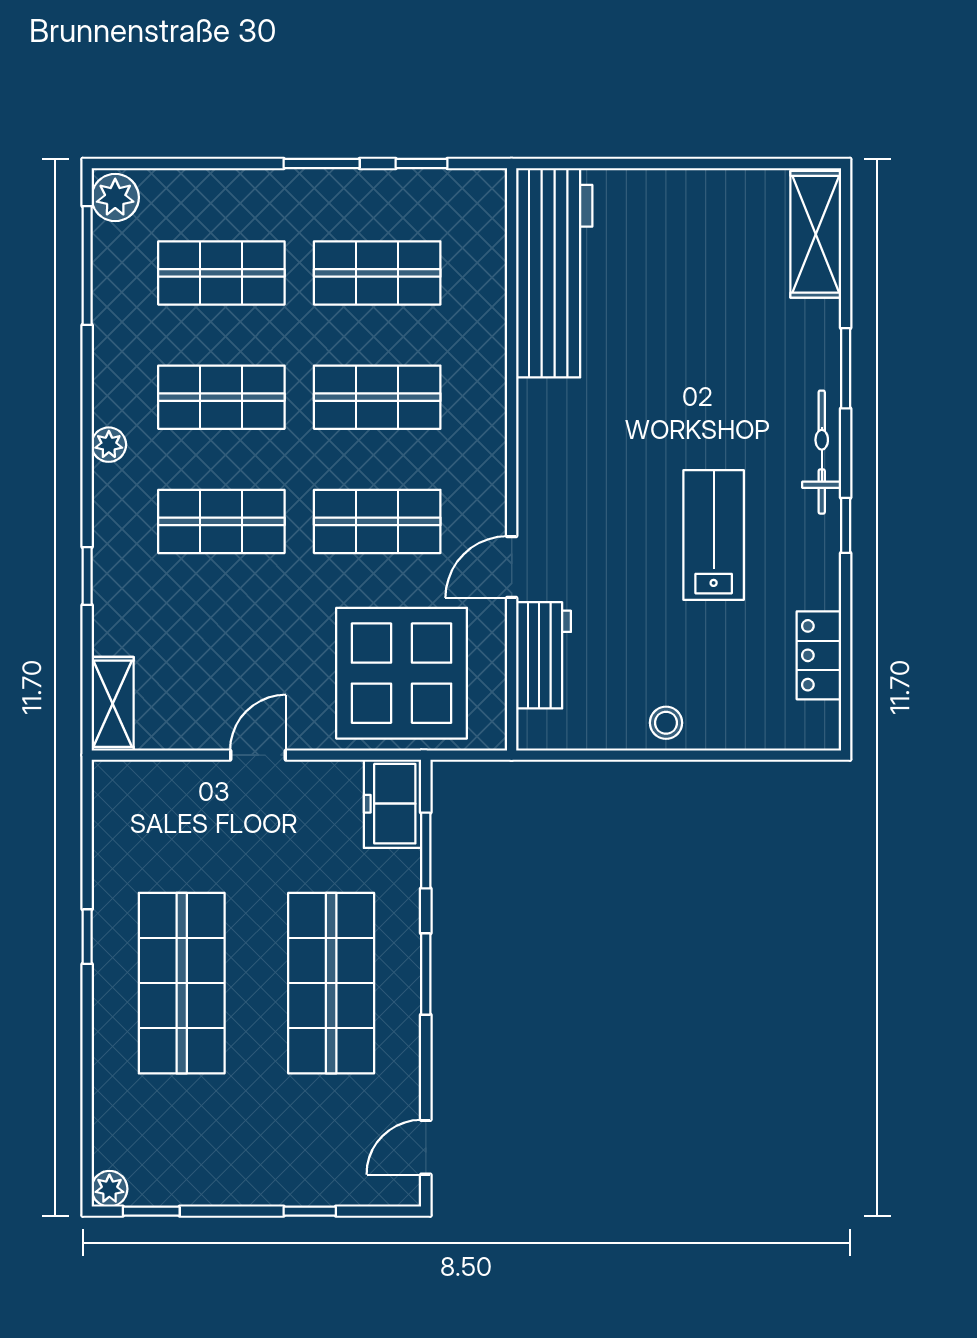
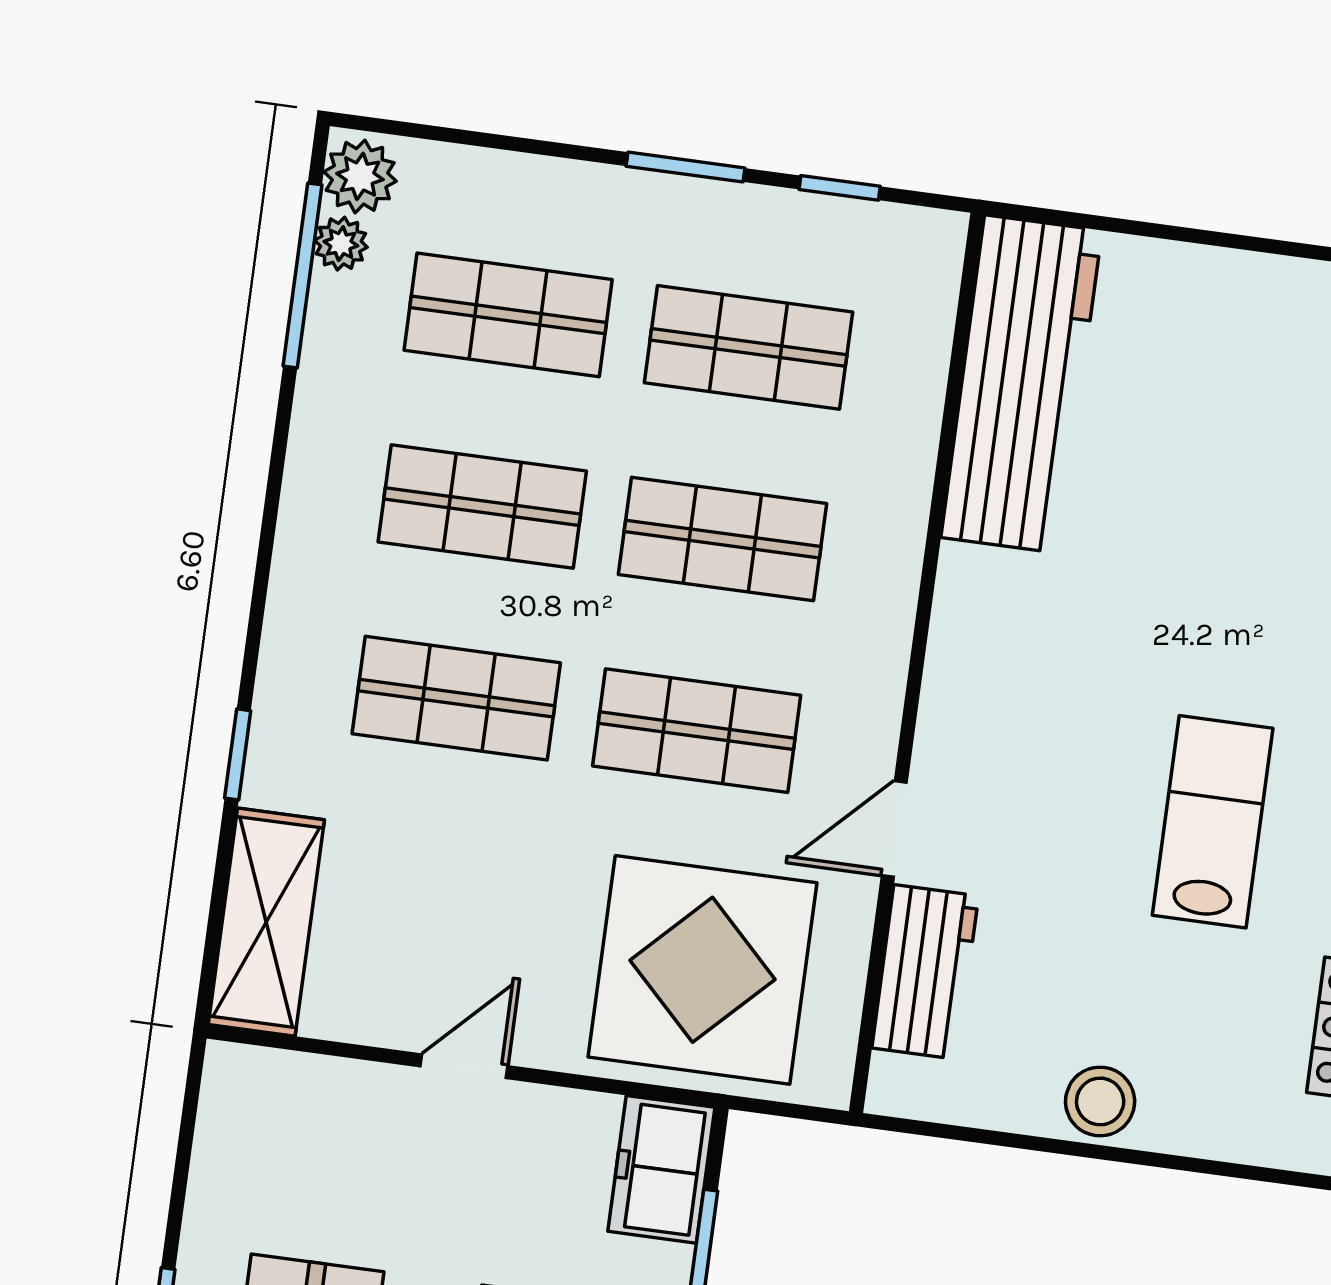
plant: (109, 445) -> (341, 244), moved
shelving: (113, 704) -> (266, 922), width x1.50, depth x1.33
stool: (666, 723) -> (1100, 1101), width x1.37, depth x1.37

